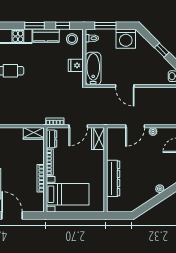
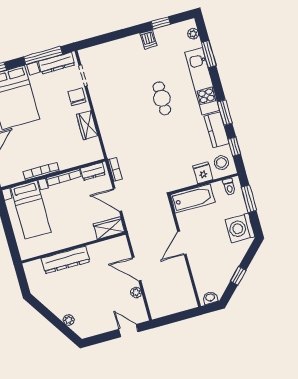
fridge: (76, 65) -> (203, 173), moved
wardrobe: (34, 133) -> (87, 125), moved

